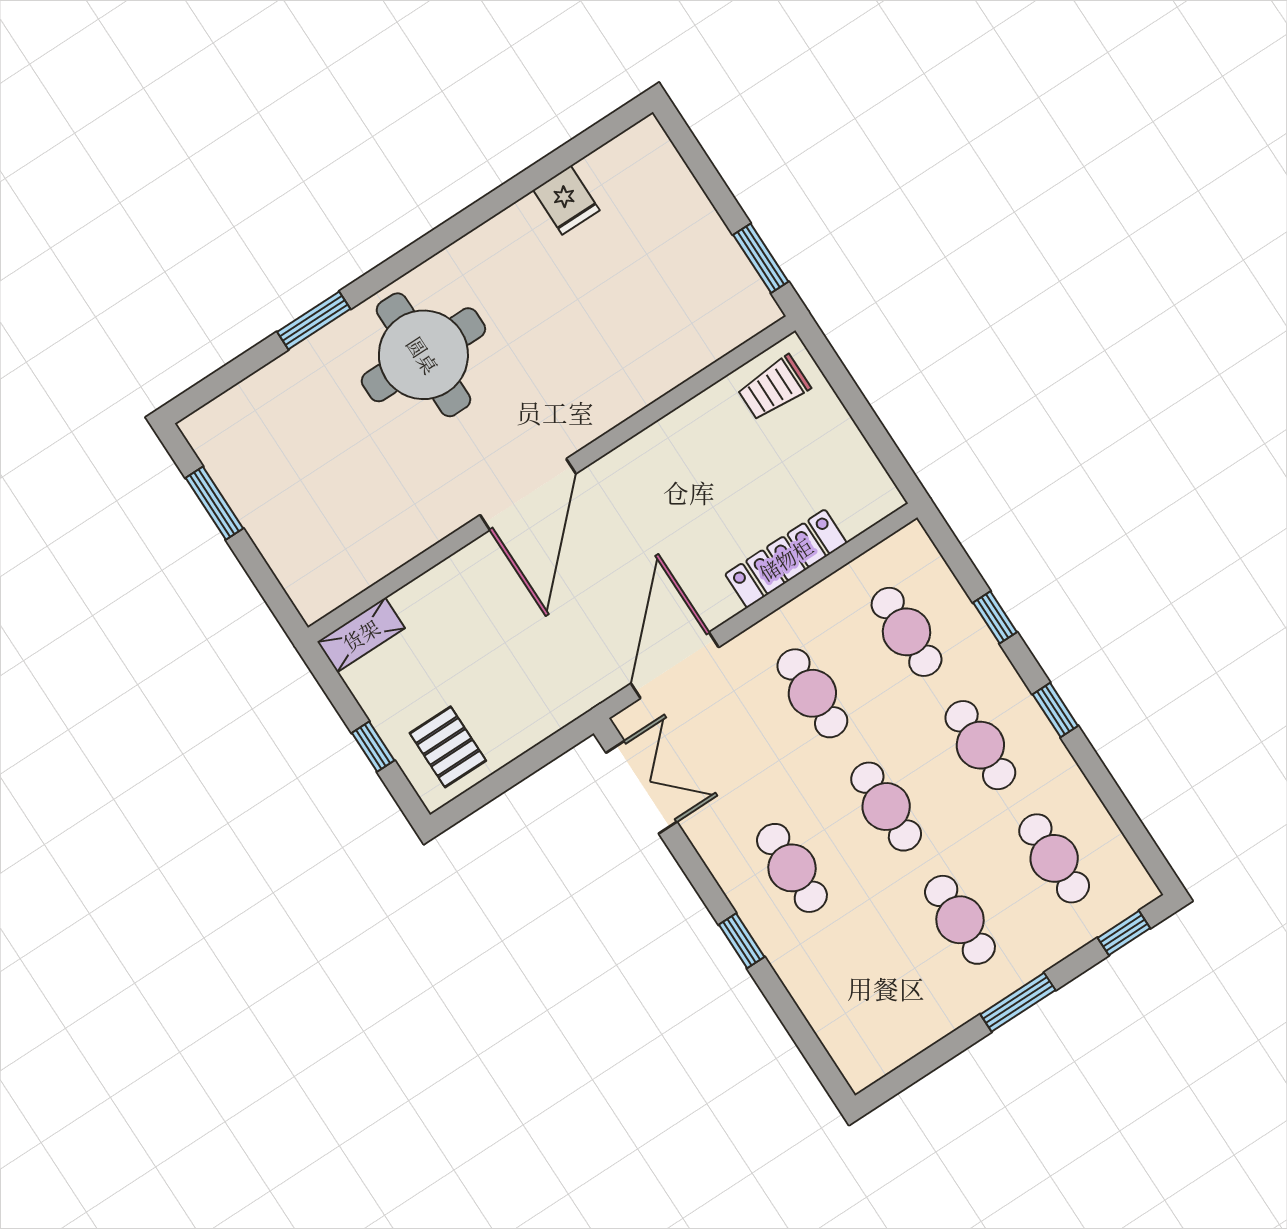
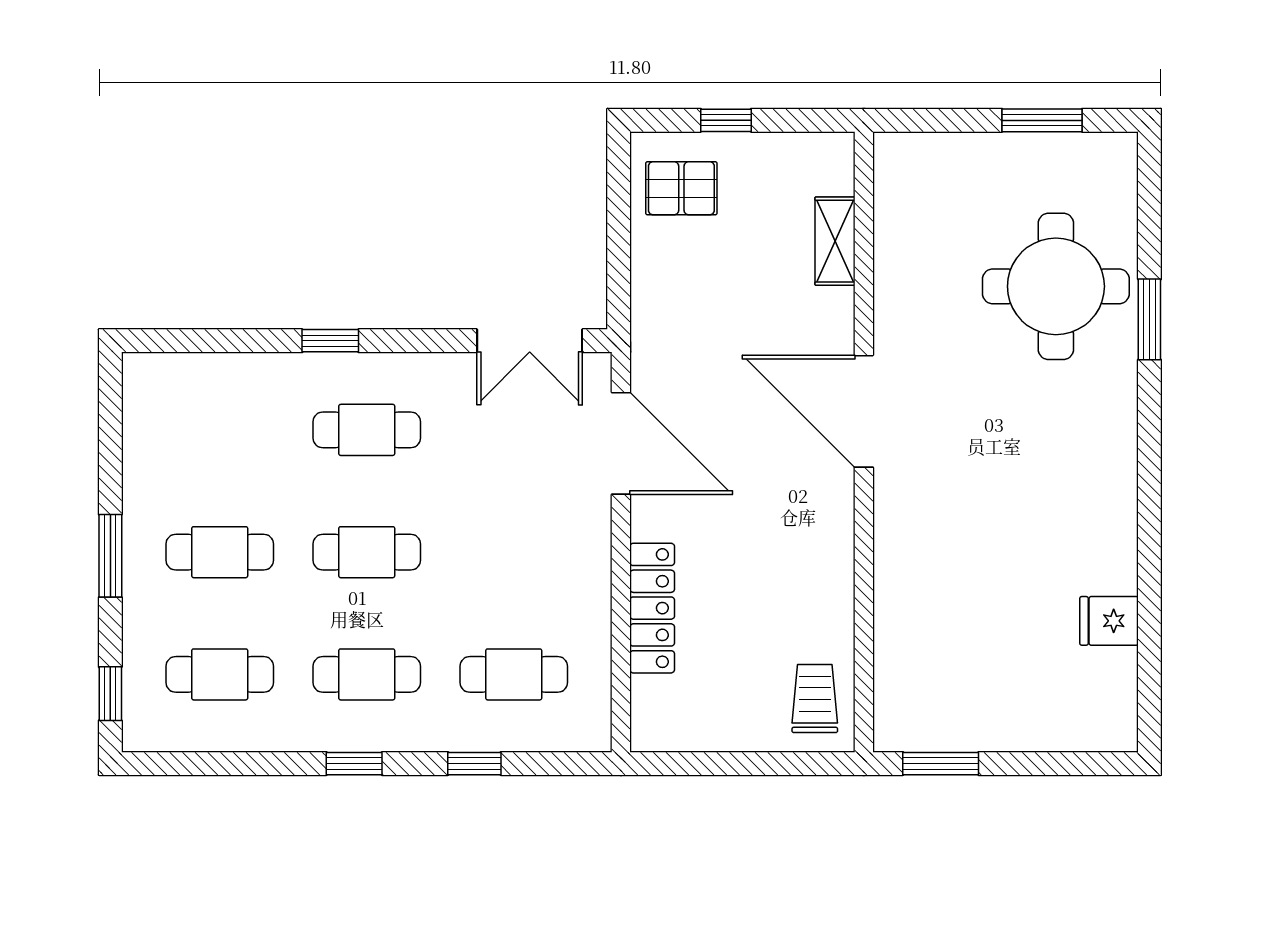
round table: (423, 355) -> (1056, 286), moved
shelving: (361, 635) -> (835, 241), moved
cafe table: (812, 693) -> (514, 552), removed

